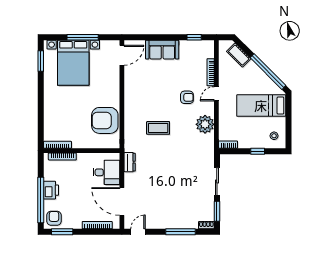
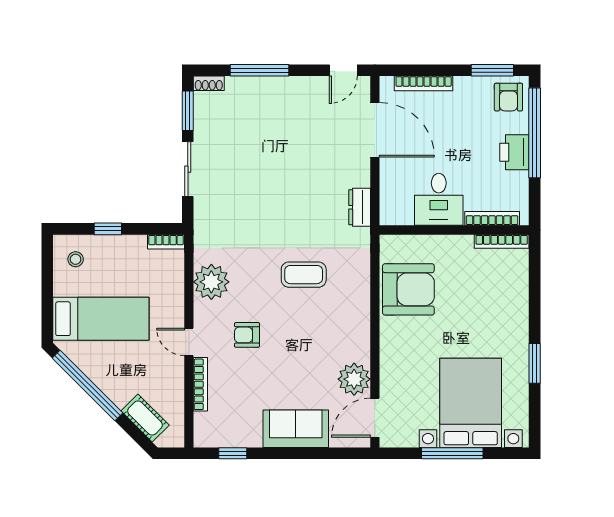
window: (41, 61) -> (535, 363), moved
plant: (132, 75) -> (354, 379), added
door: (216, 94) -> (189, 342), swing flipped
desk: (106, 172) -> (439, 199), moved, turned -90

